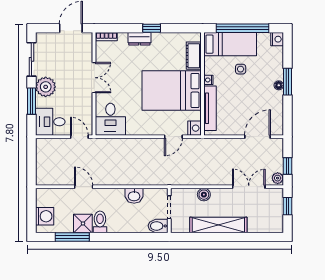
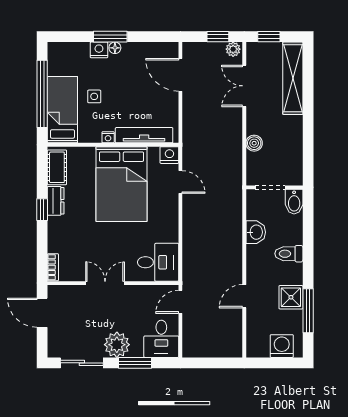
dresser: (139, 39) -> (56, 201), moved
nightstand: (277, 39) -> (99, 50), moved
cot: (194, 56) -> (57, 167), moved, turned 90
toilet: (100, 222) -> (289, 254), moved
shelving: (218, 225) -> (293, 78), moved

